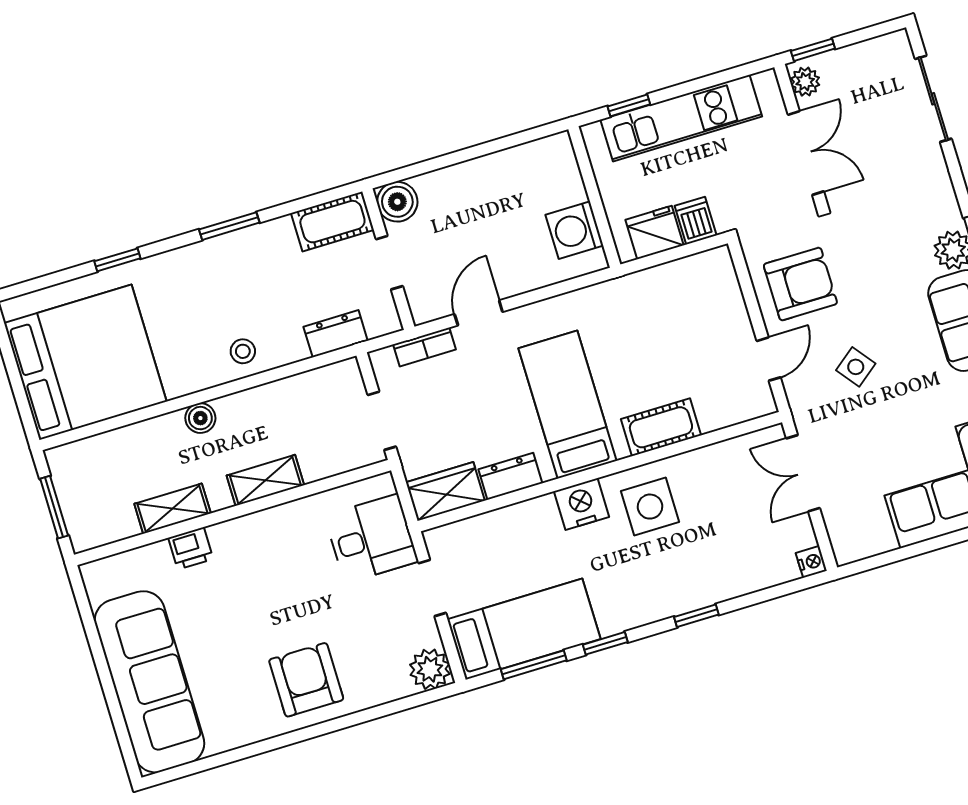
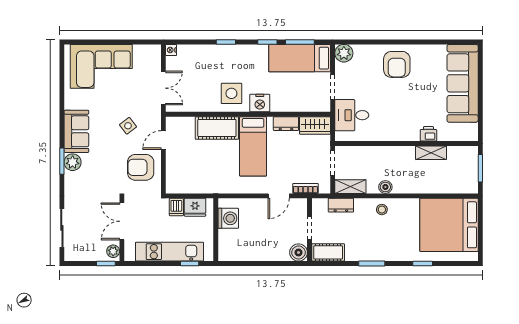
boiler: (200, 418) -> (385, 187), moved
cot: (661, 427) -> (217, 128), width x1.37, depth x1.34
shelving: (265, 480) -> (350, 187), moved

